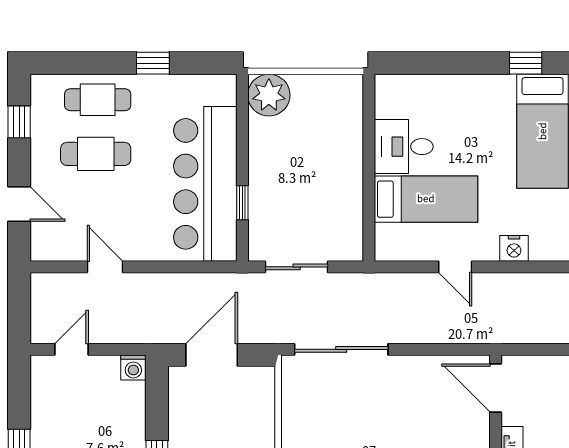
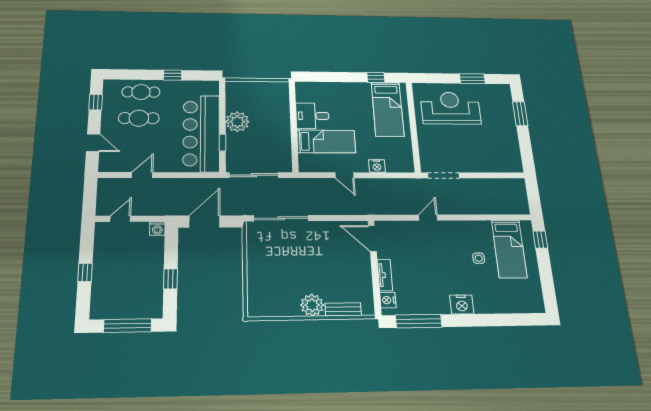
plant: (269, 95) -> (237, 122), moved
door: (105, 267) -> (142, 175), hinge flipped
sliding door: (297, 267) -> (254, 175), width x1.37

